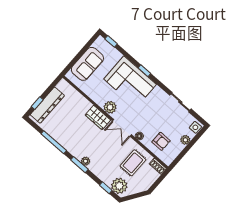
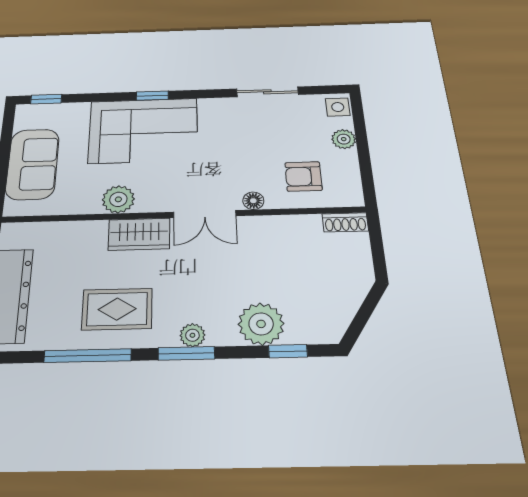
plant: (110, 107) -> (118, 199), moved
armchair: (161, 141) -> (303, 176), turned 180
rug: (133, 163) -> (117, 309), moved, turned 90
plant: (119, 186) -> (261, 324), moved

